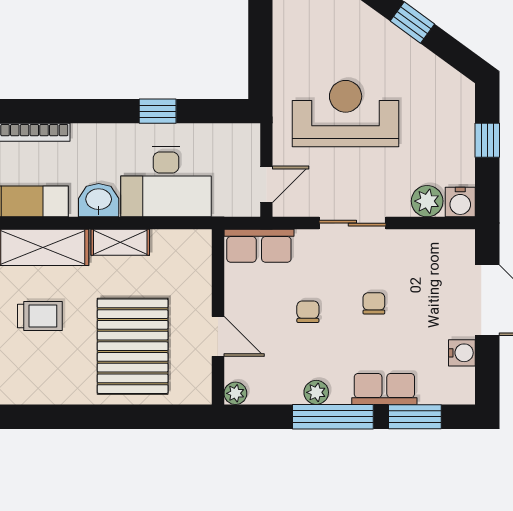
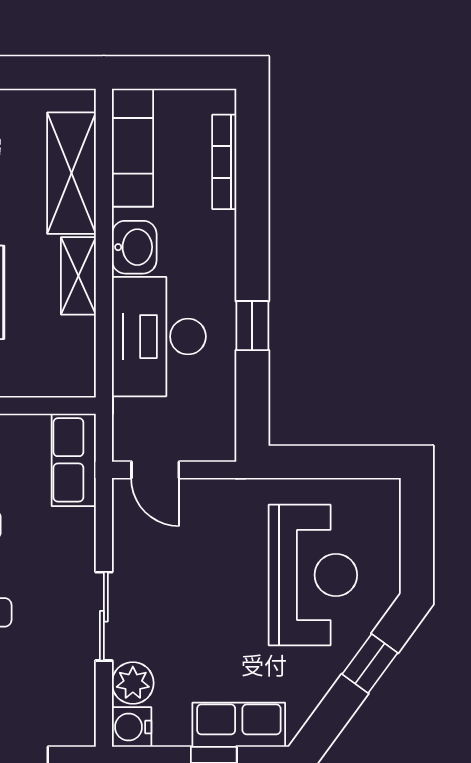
reception desk: (346, 114) -> (313, 575), moved
row of seats: (458, 121) -> (239, 725), added
sliding door: (352, 223) -> (104, 616), moved

